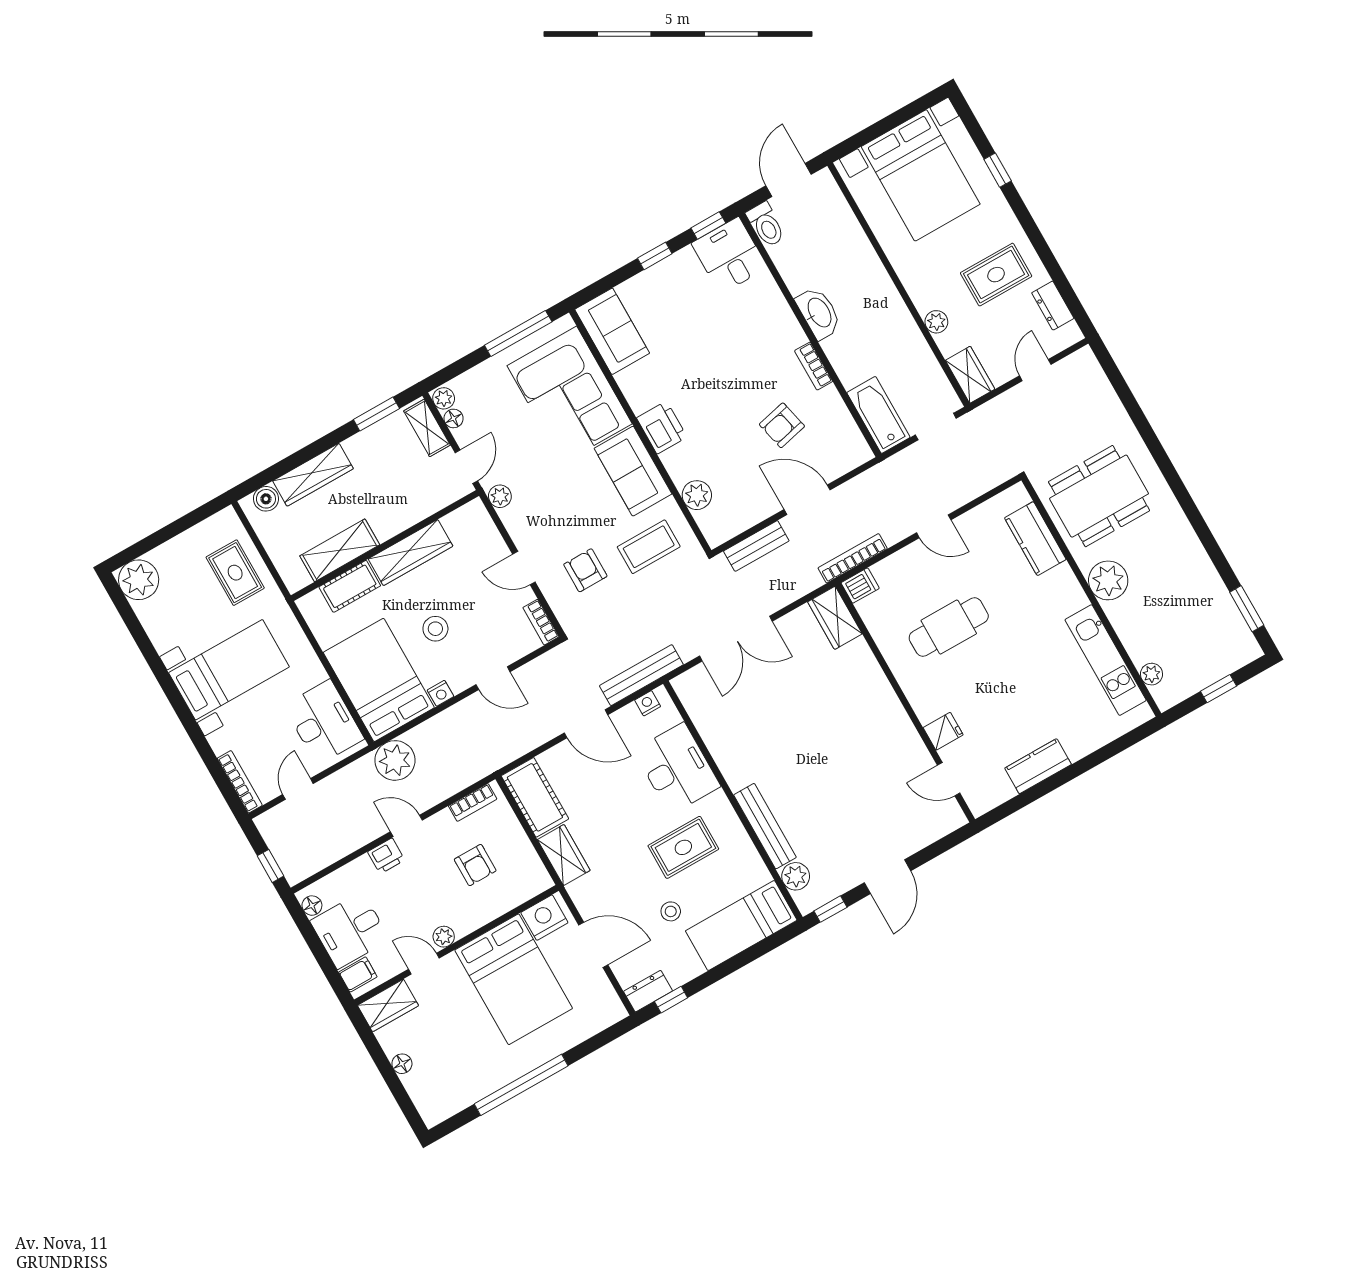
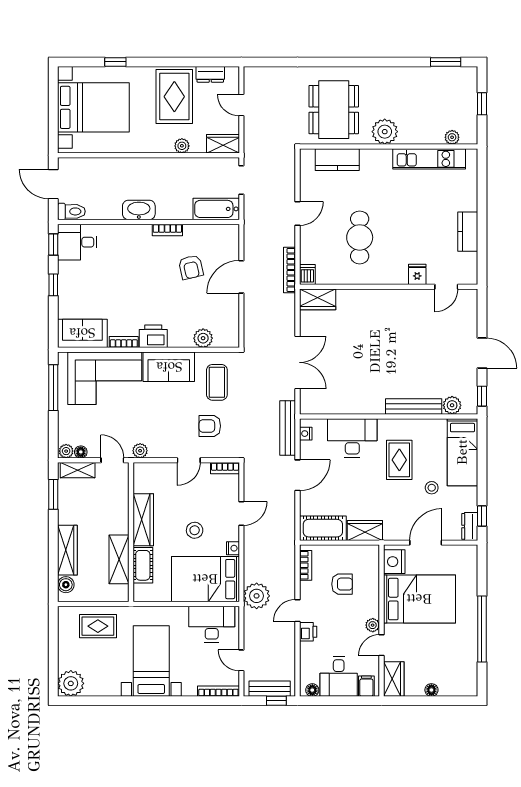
rug: (996, 275) -> (174, 97), width x1.36, depth x1.43
bookcase: (632, 393) -> (124, 342), added
bench: (756, 546) -> (270, 689), moved, turned 90

